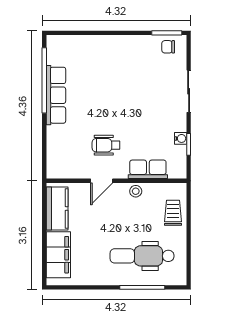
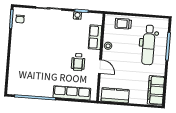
row of seats: (56, 95) -> (72, 93), moved
filing cabinet: (58, 255) -> (156, 90), moved, turned -90

